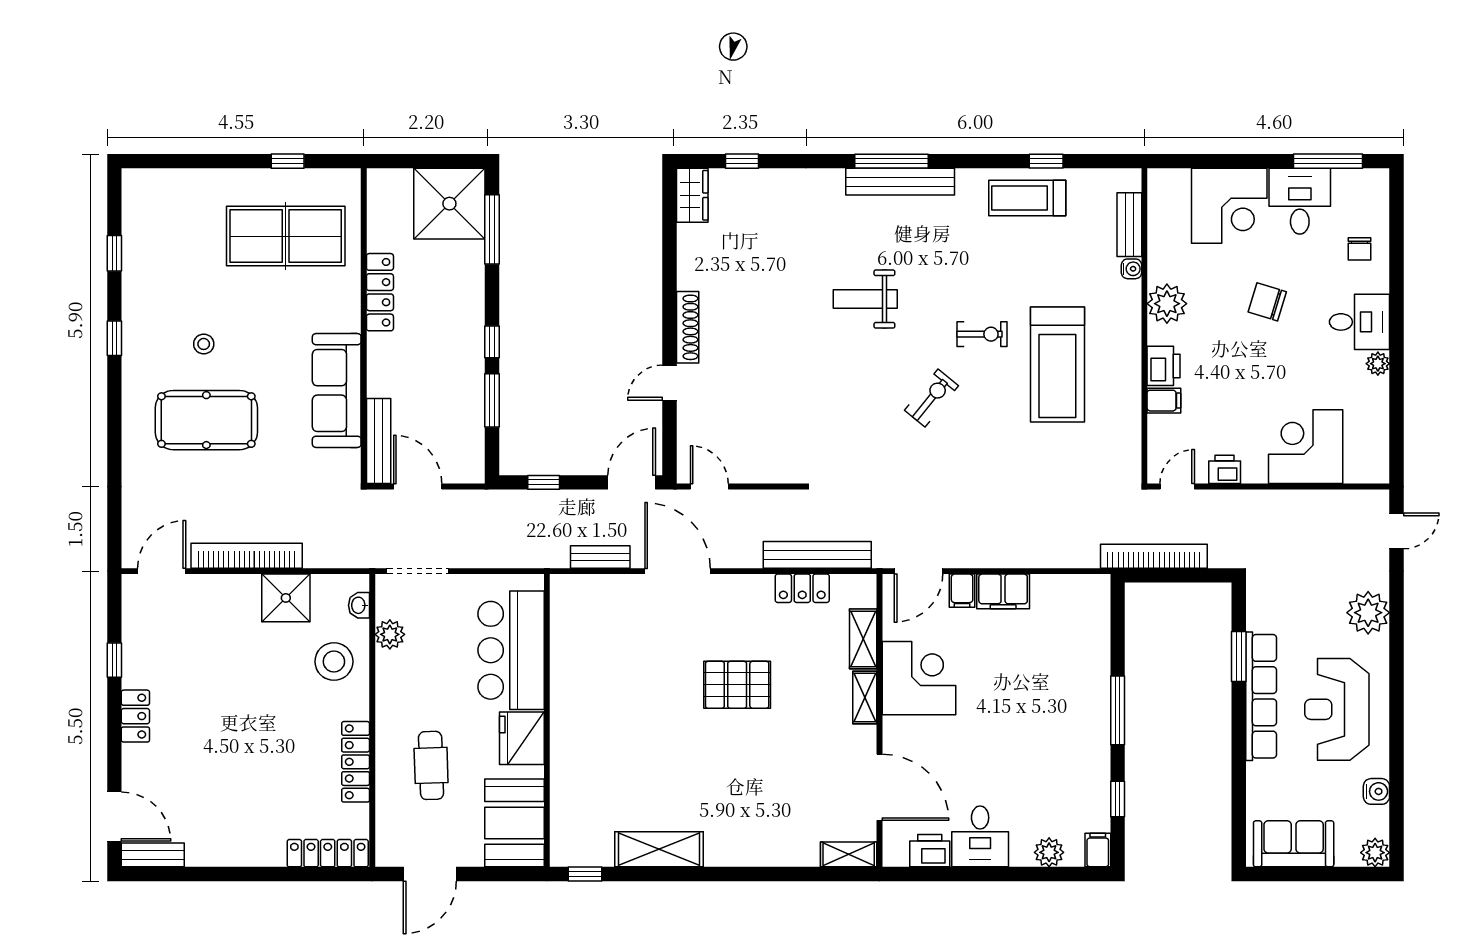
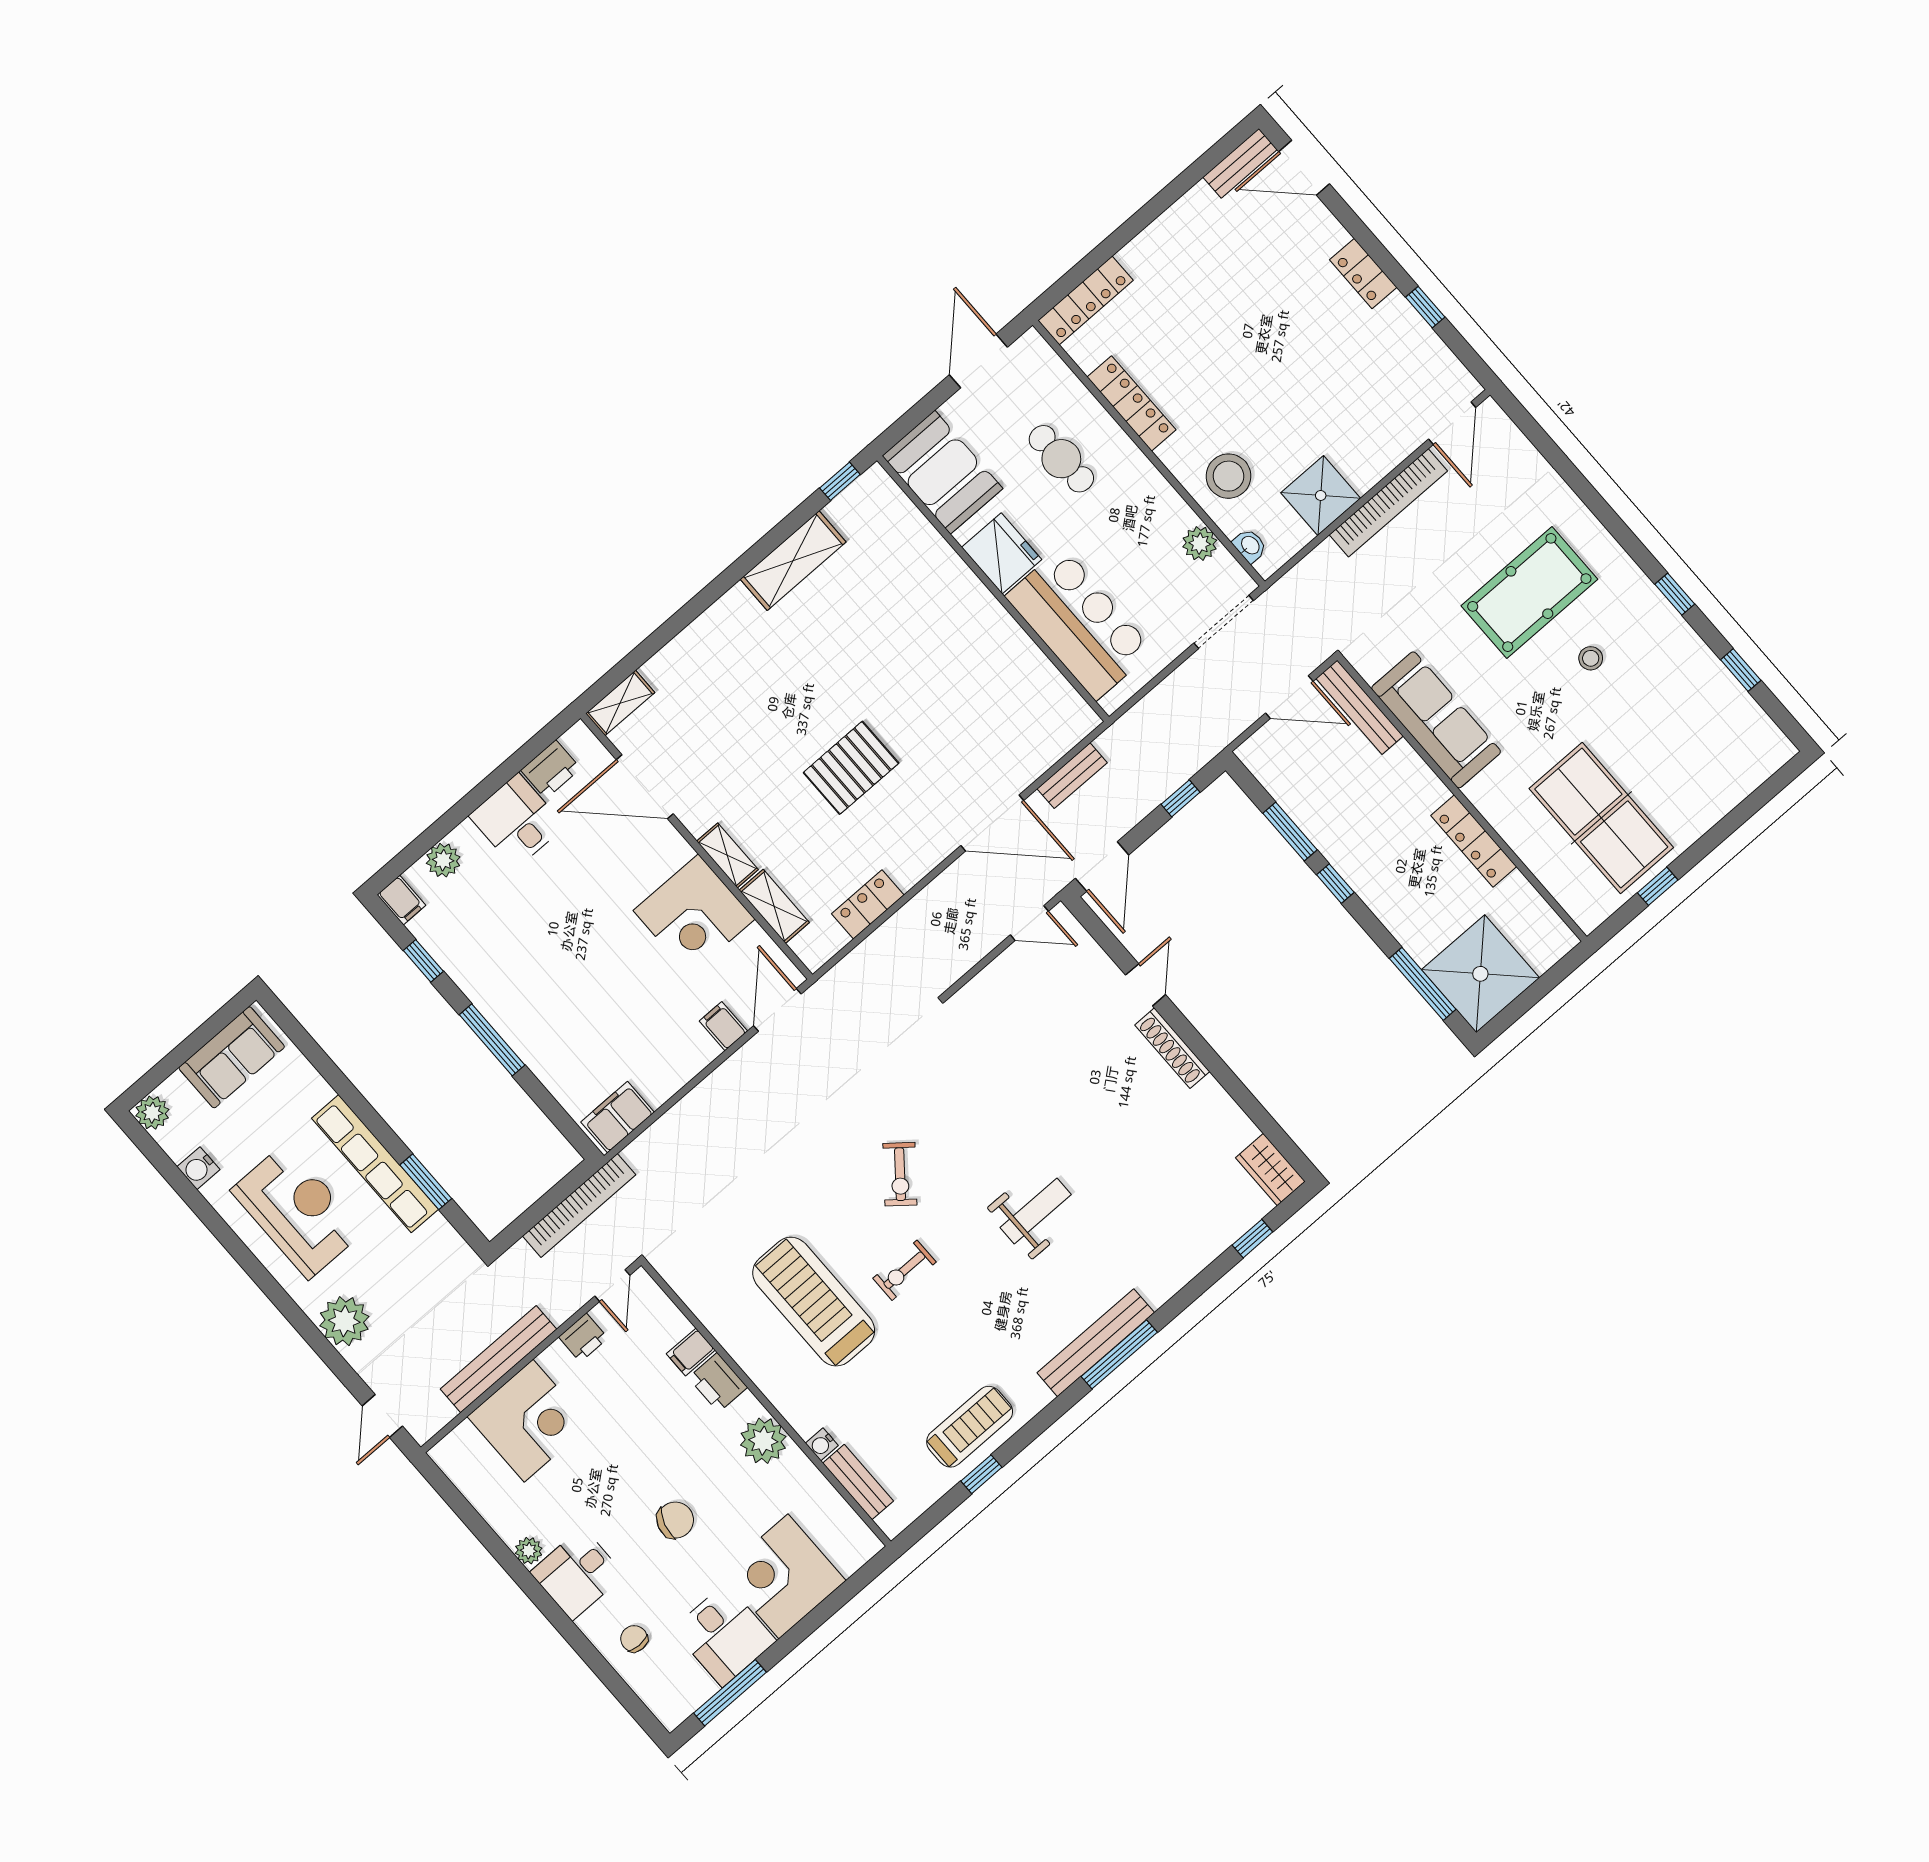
table tennis table: (286, 236) -> (1601, 818), turned 90
bench: (817, 555) -> (498, 1359), moved
filing cabinet: (1003, 591) -> (617, 1117), moved

